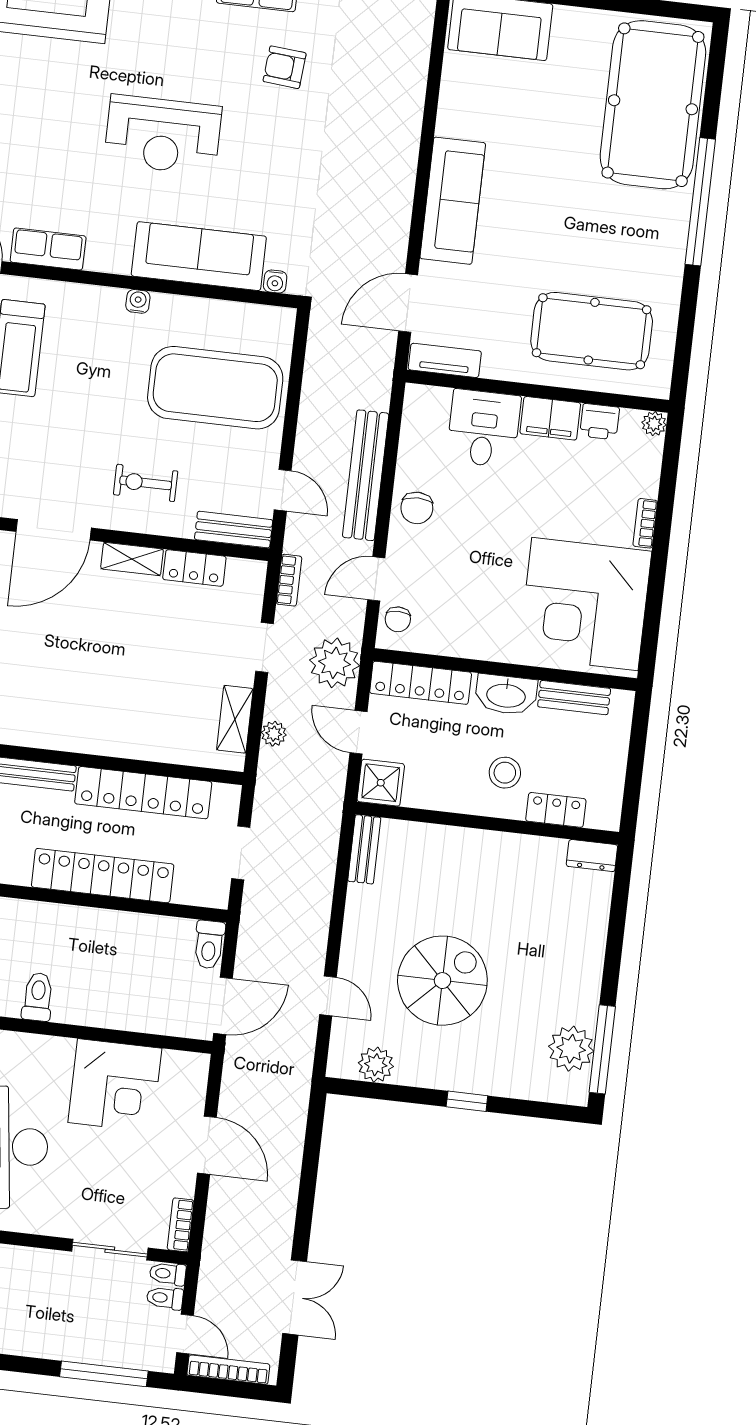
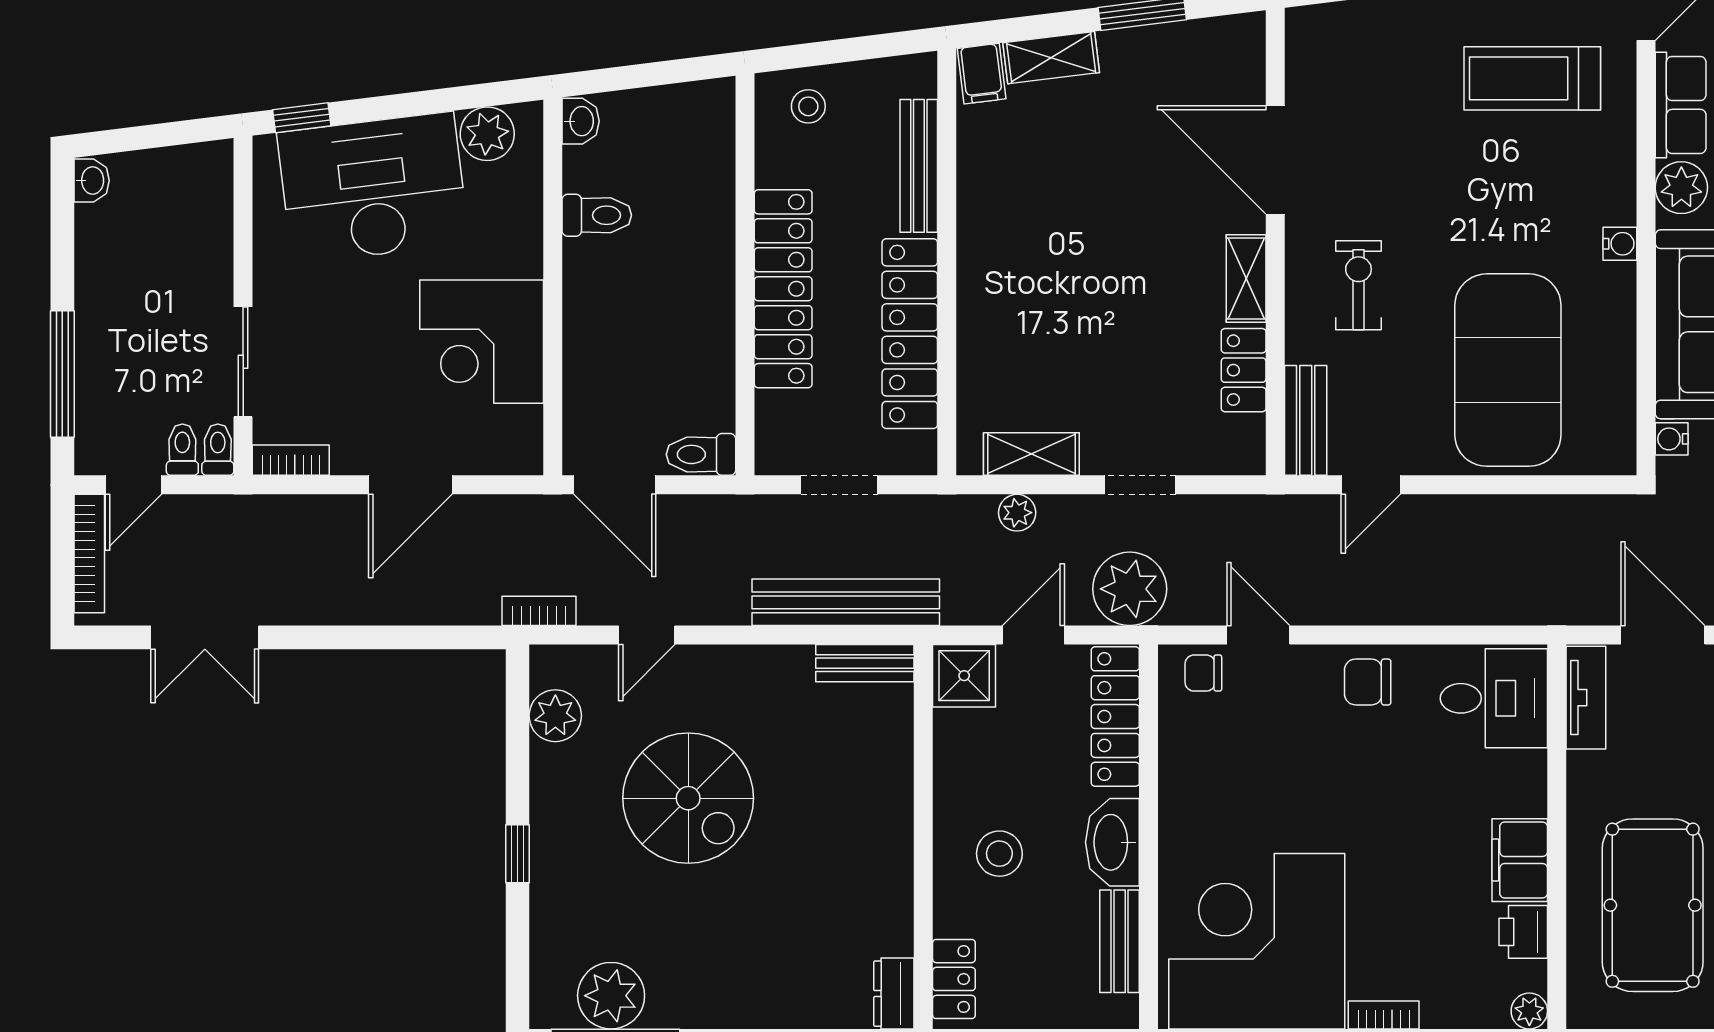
plant: (104, 255) -> (1681, 188), added
desk: (484, 428) -> (1494, 698), moved
bench: (366, 475) -> (846, 602), moved
bookcase: (289, 580) -> (539, 611), moved, turned 180
locker: (556, 810) -> (954, 979), moved

